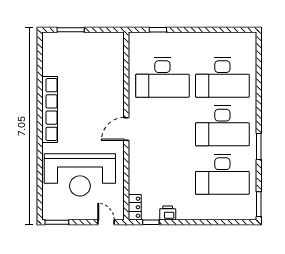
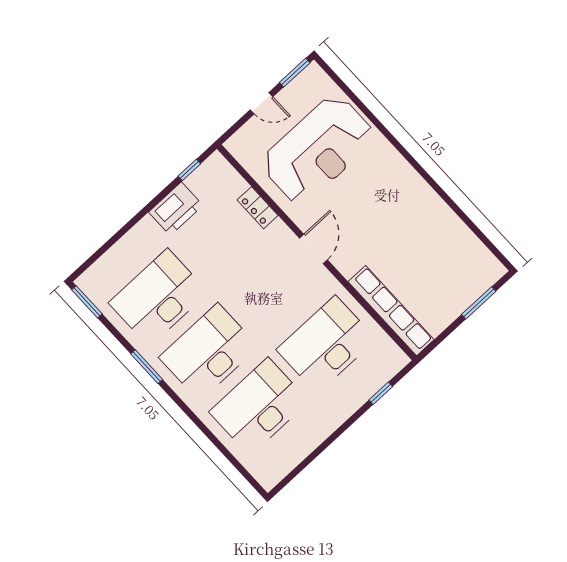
row of seats: (50, 109) -> (391, 311), moved, turned 180
reception desk: (80, 175) -> (318, 150), turned 180
locker: (135, 207) -> (258, 208), moved
printer: (168, 213) -> (176, 209), width x1.87, depth x1.48
door: (106, 222) -> (262, 103), moved

